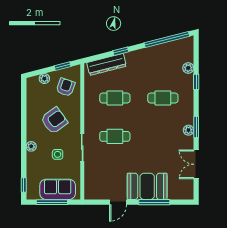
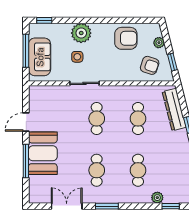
plant: (188, 68) -> (157, 198), moved
window: (196, 82) -> (171, 206), moved
armchair: (54, 121) -> (126, 38), moved, turned -54
plant: (188, 130) -> (103, 198), removed
cafe table: (163, 136) -> (97, 170), added
plant: (31, 146) -> (81, 33), width x1.88, depth x1.88
door: (118, 202) -> (26, 122), hinge flipped

